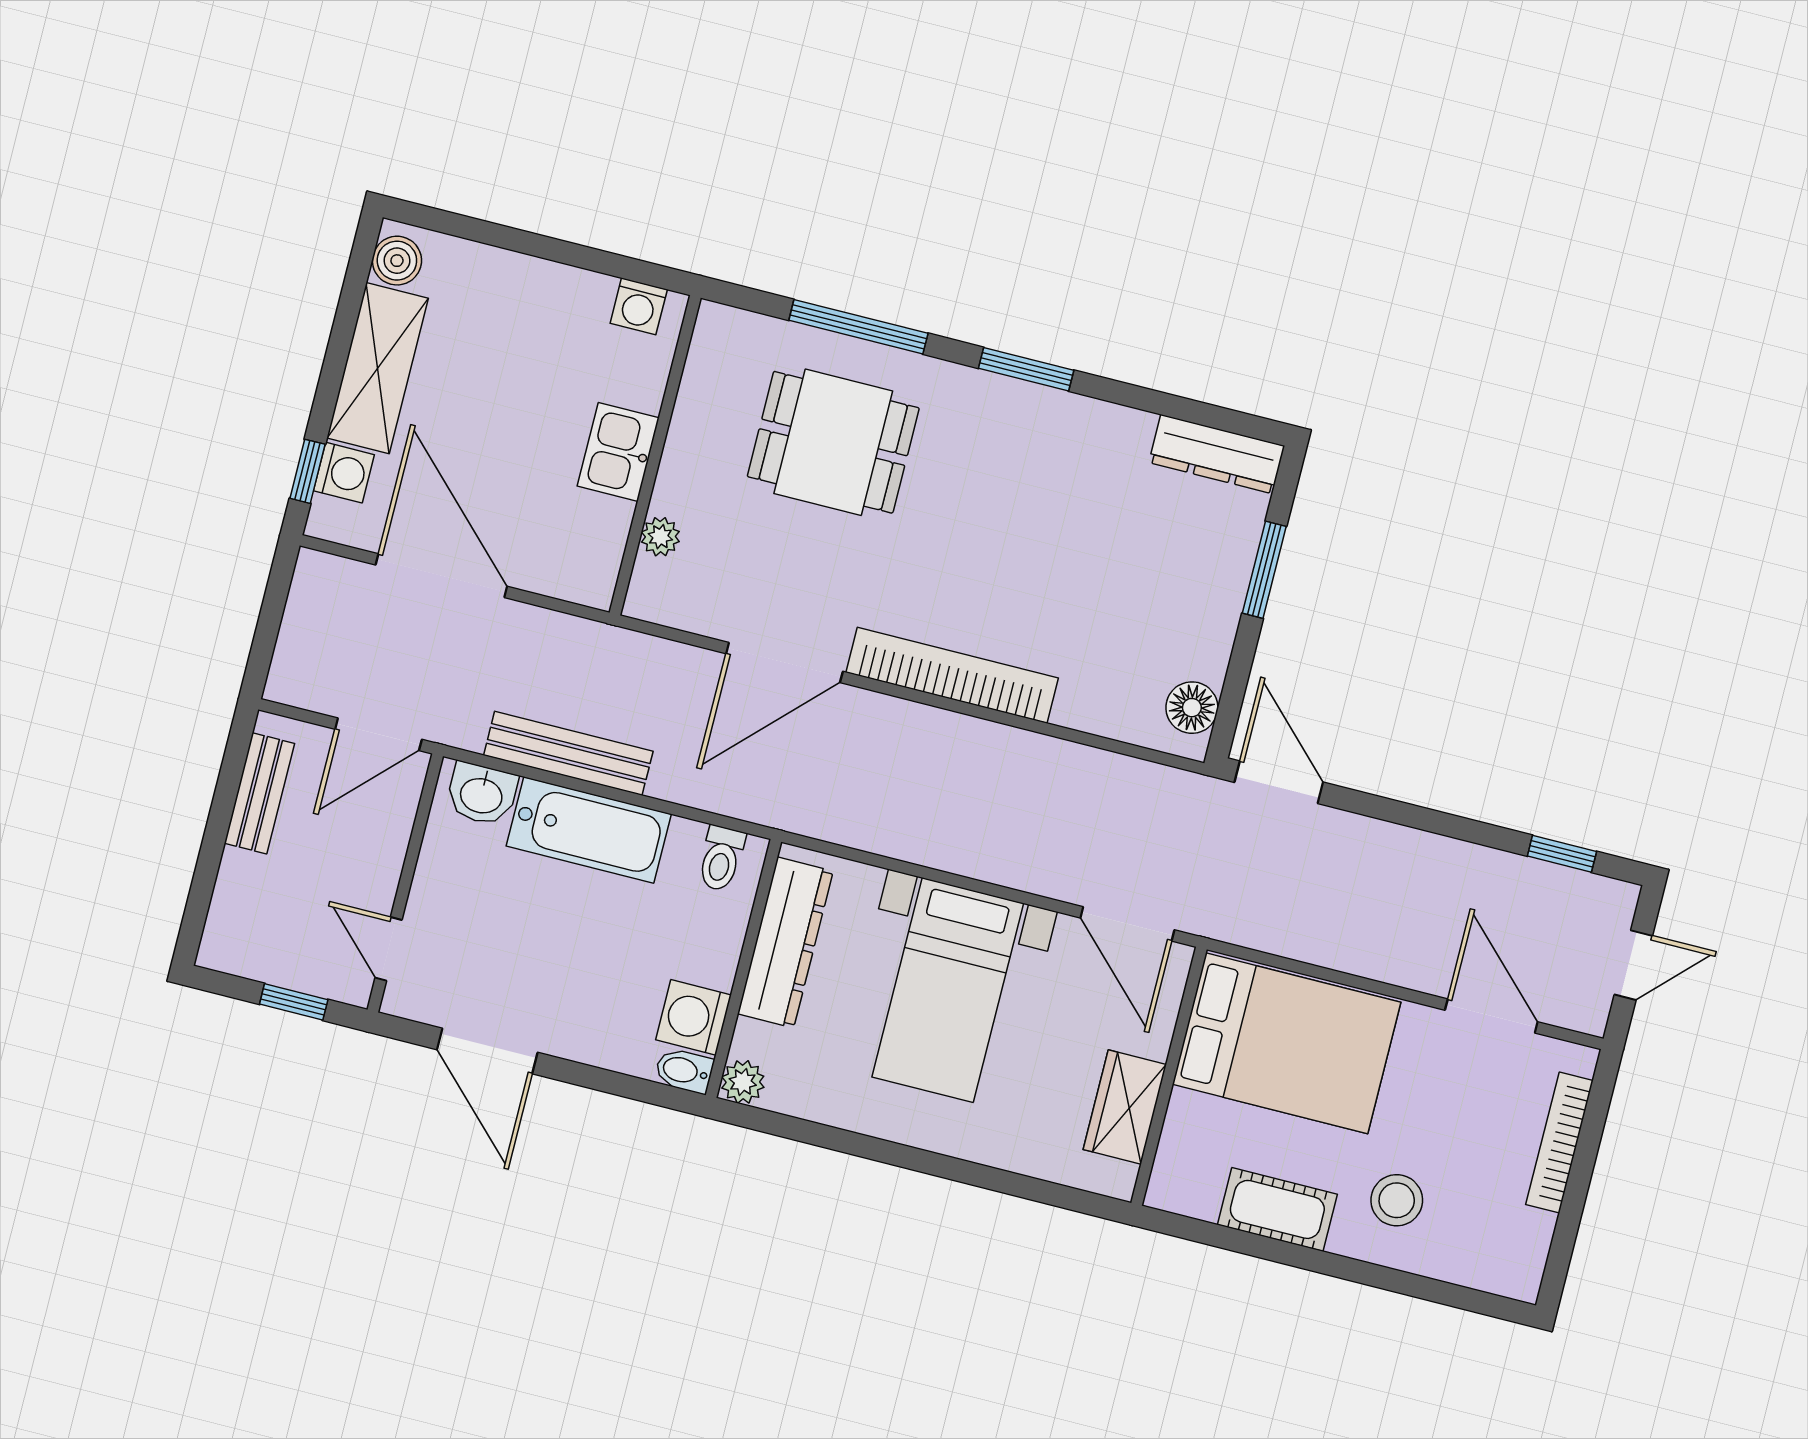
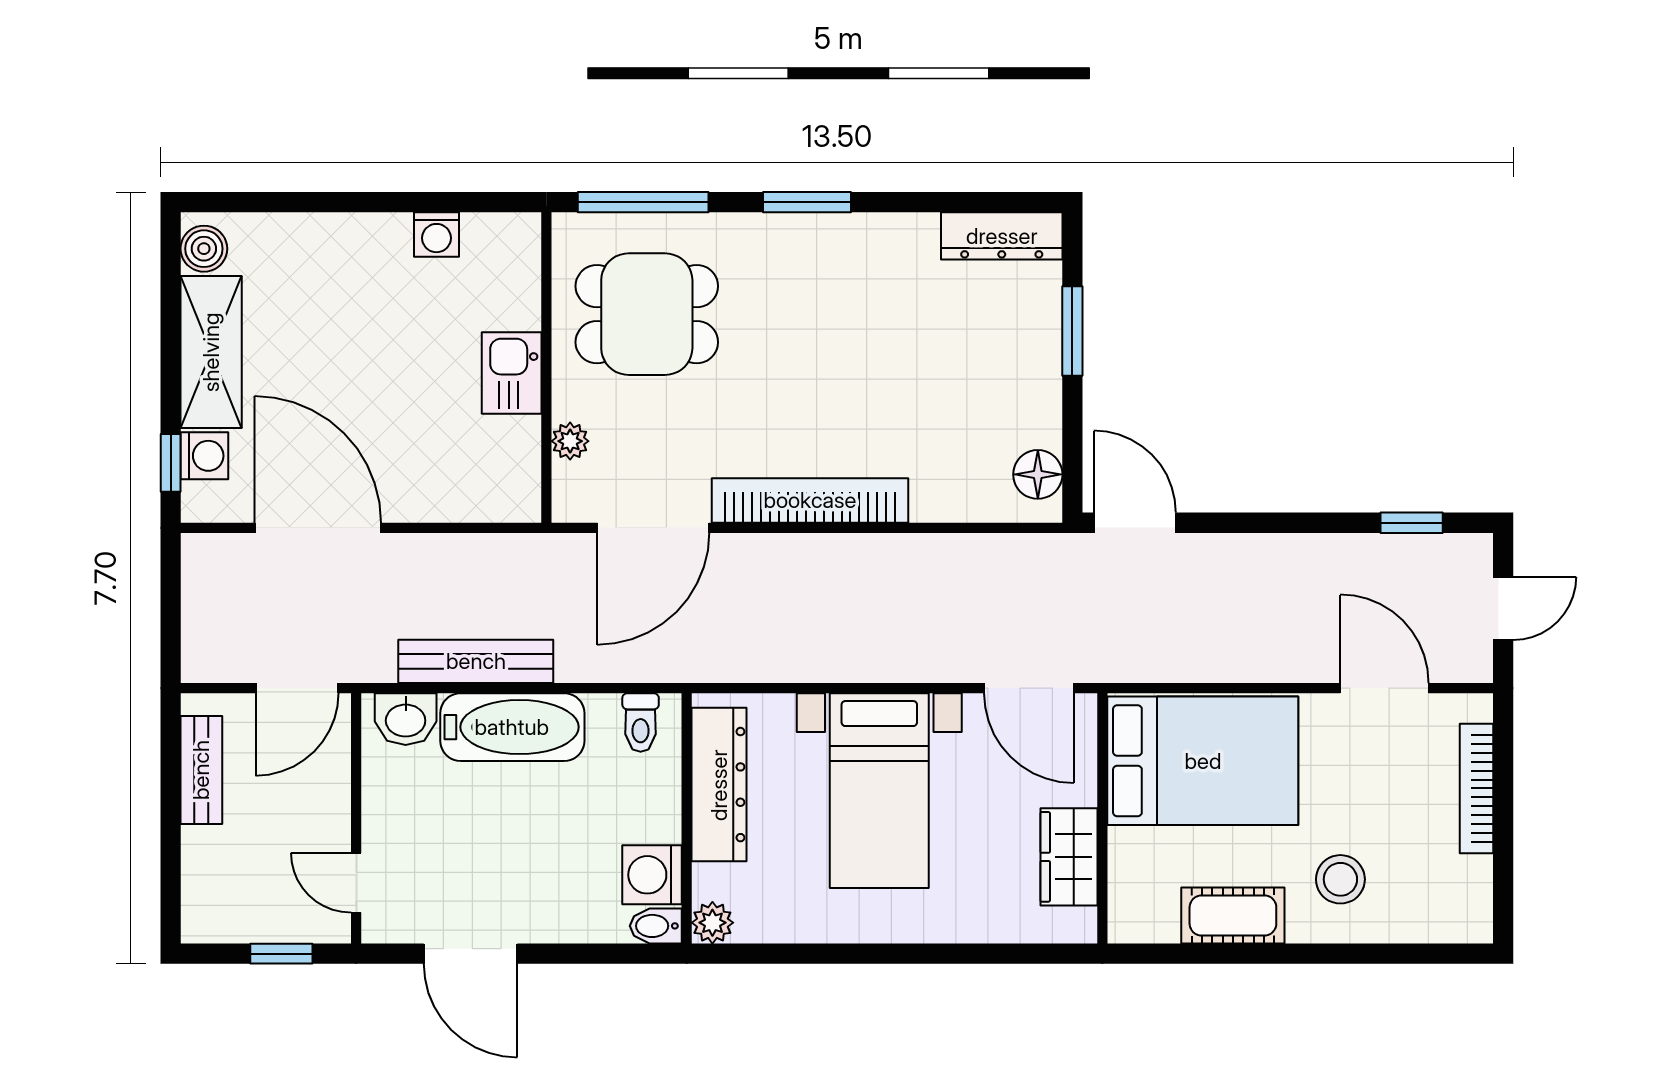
kitchen sink: (618, 452) -> (512, 373), moved
wall: (655, 455) -> (546, 367), moved
plant: (660, 537) -> (570, 441), moved

